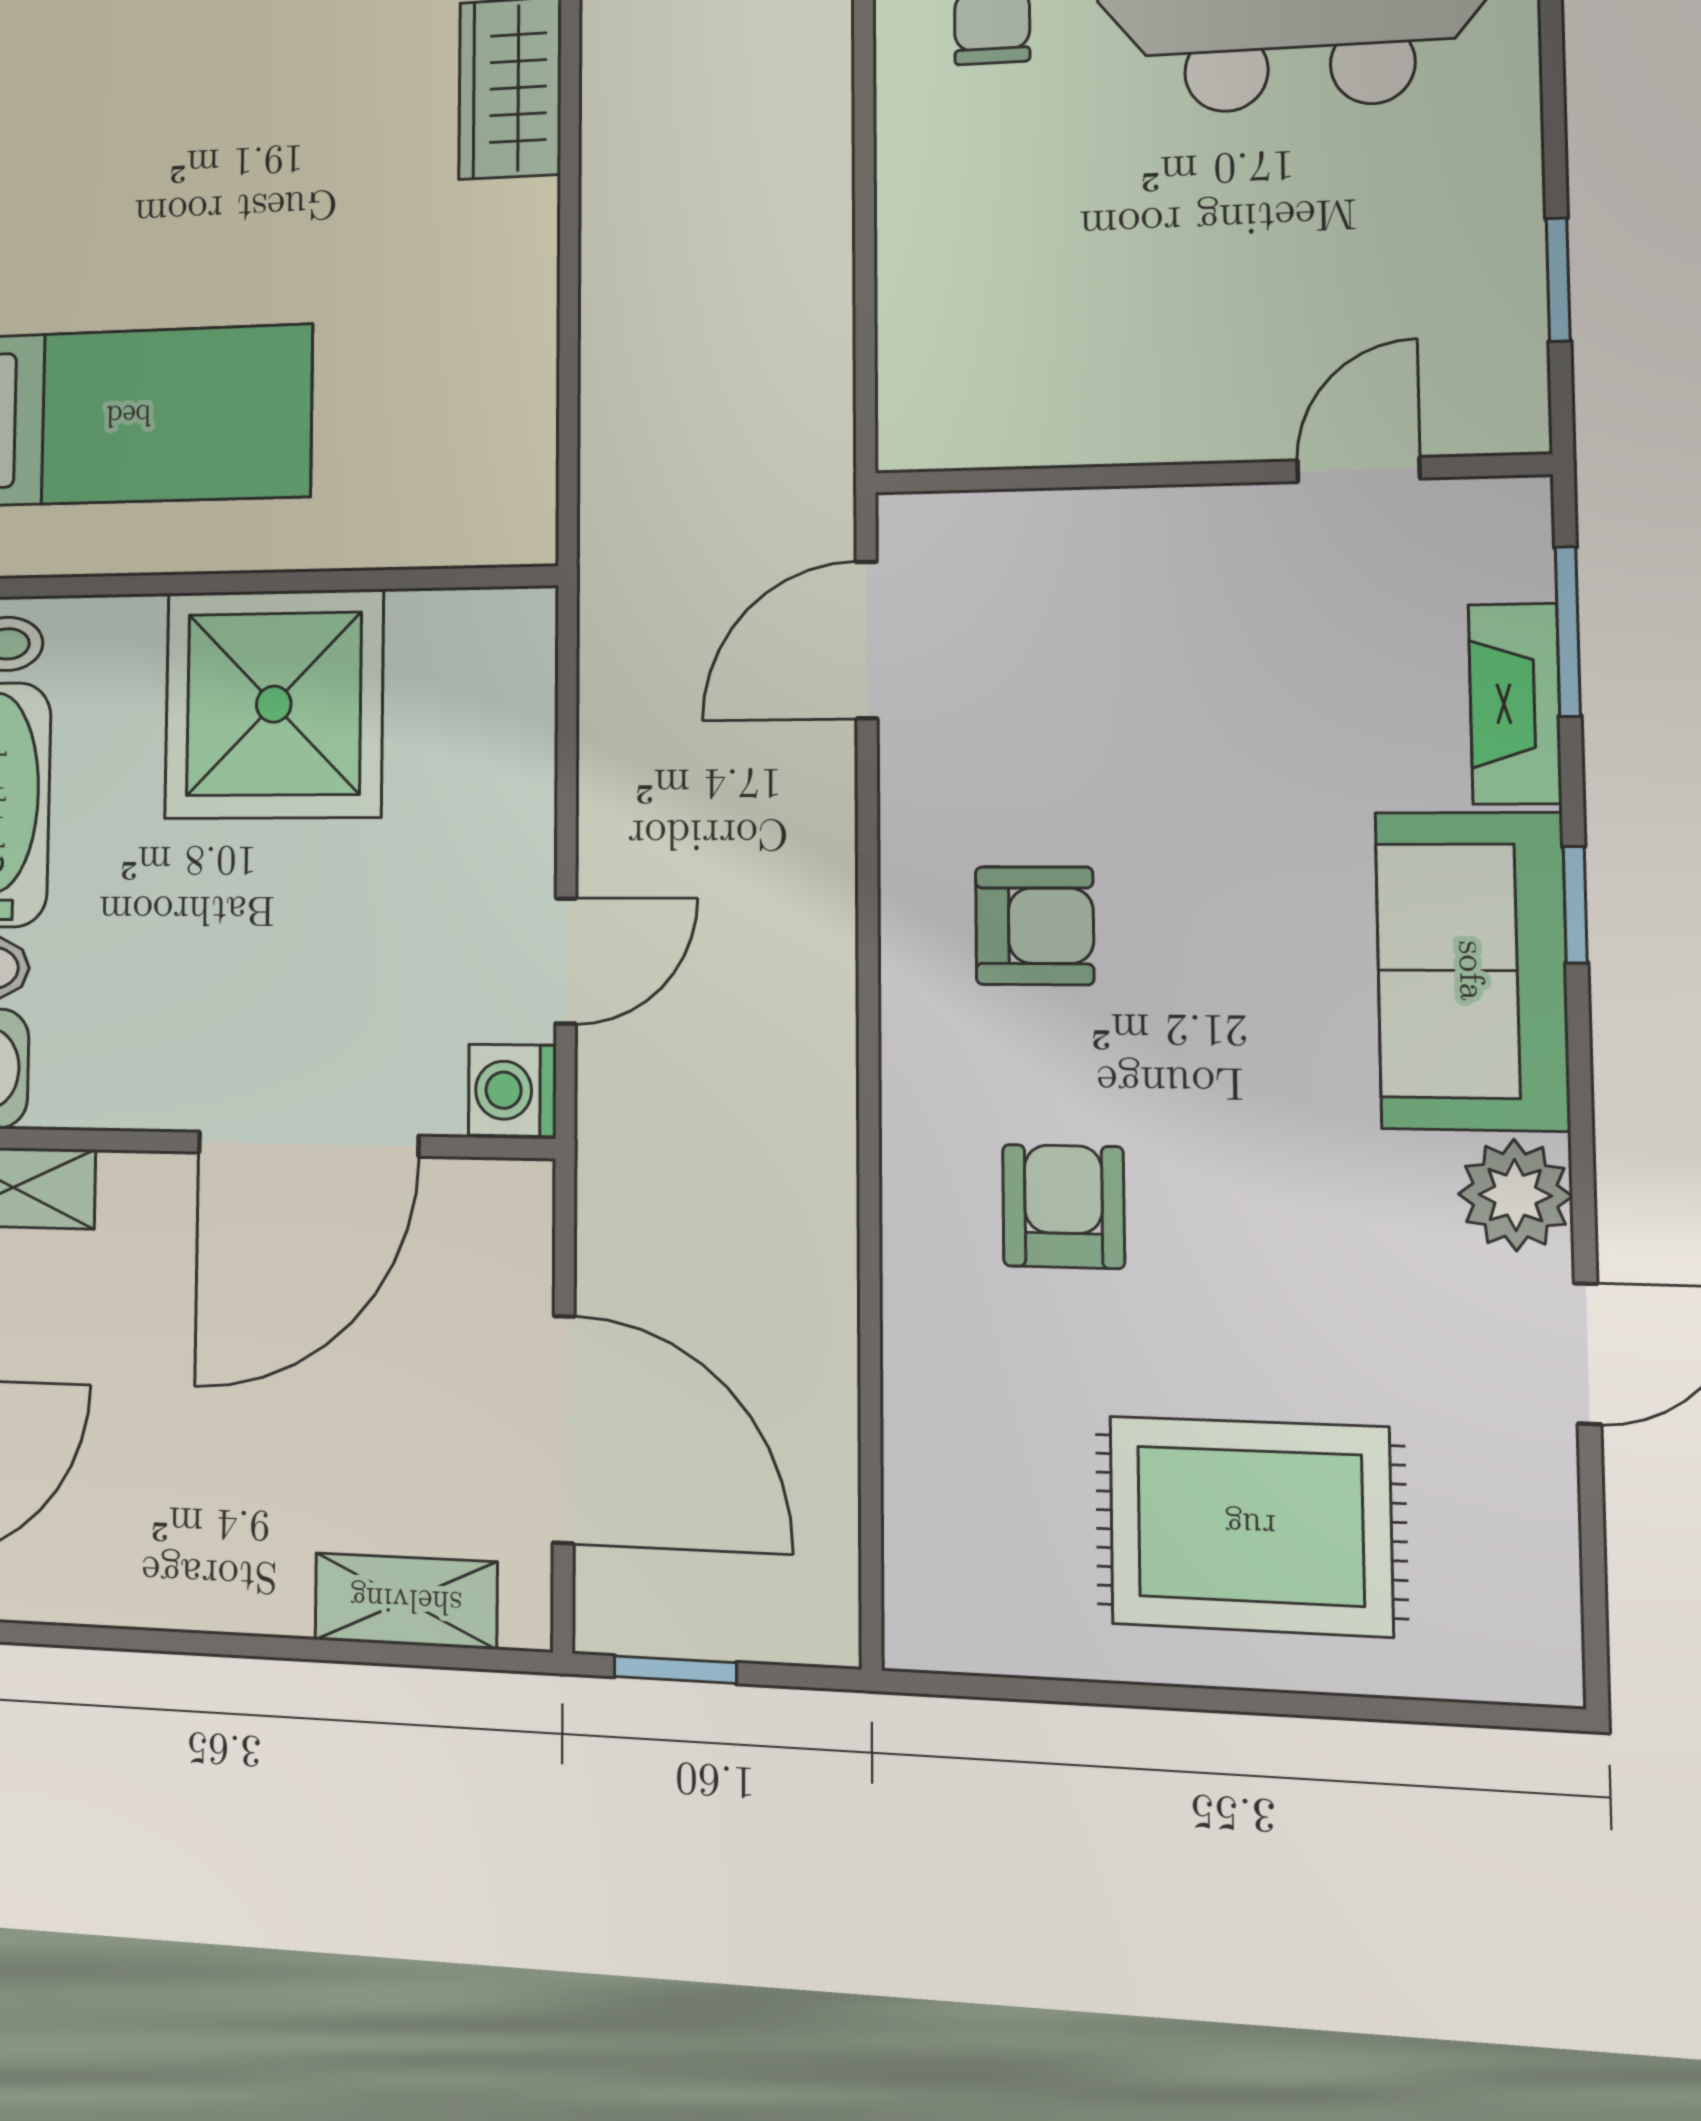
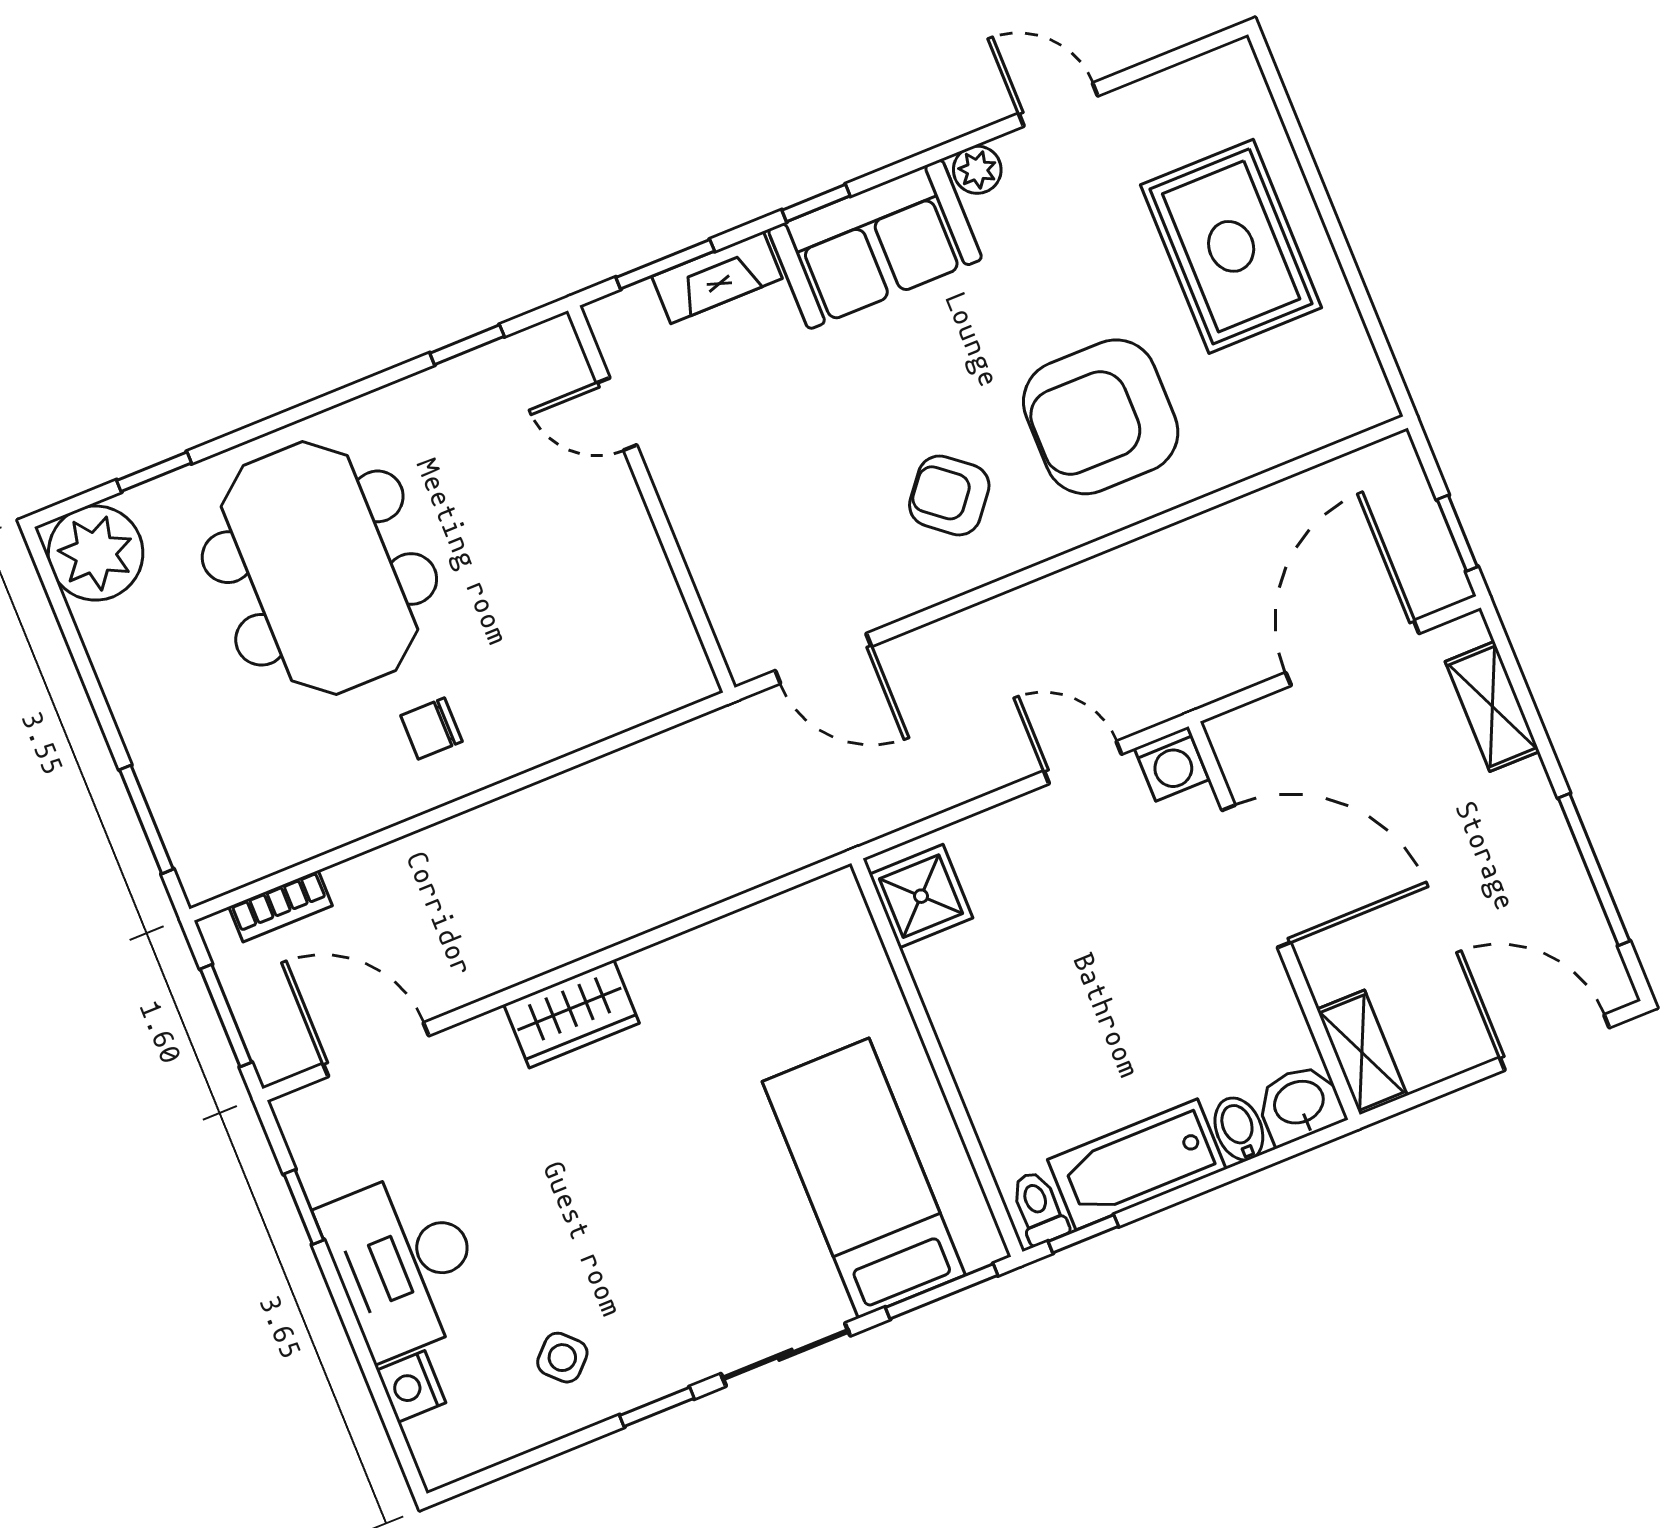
shower: (274, 704) -> (921, 896), moved, width x0.54, depth x0.54
armchair: (1035, 926) -> (949, 495), turned -51
plant: (1515, 1195) -> (977, 170), width x0.73, depth x0.73
armchair: (1063, 1206) -> (1101, 417), width x1.88, depth x1.88
window: (123, 1639) -> (1594, 869), added

